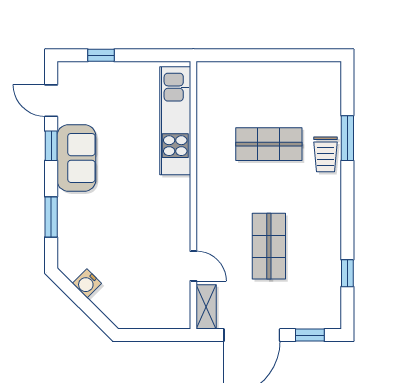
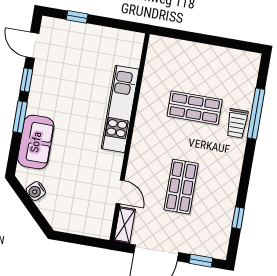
kitchen unit: (175, 121) -> (120, 109), moved
window: (347, 138) -> (256, 114), width x1.44
sofa: (76, 158) -> (36, 142), moved
window: (51, 217) -> (20, 117), moved

